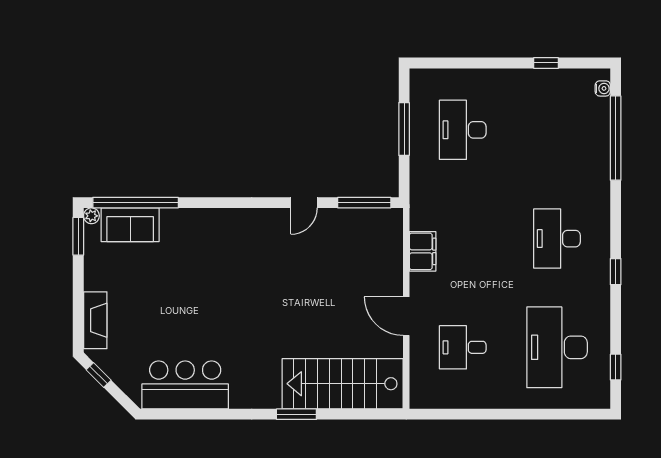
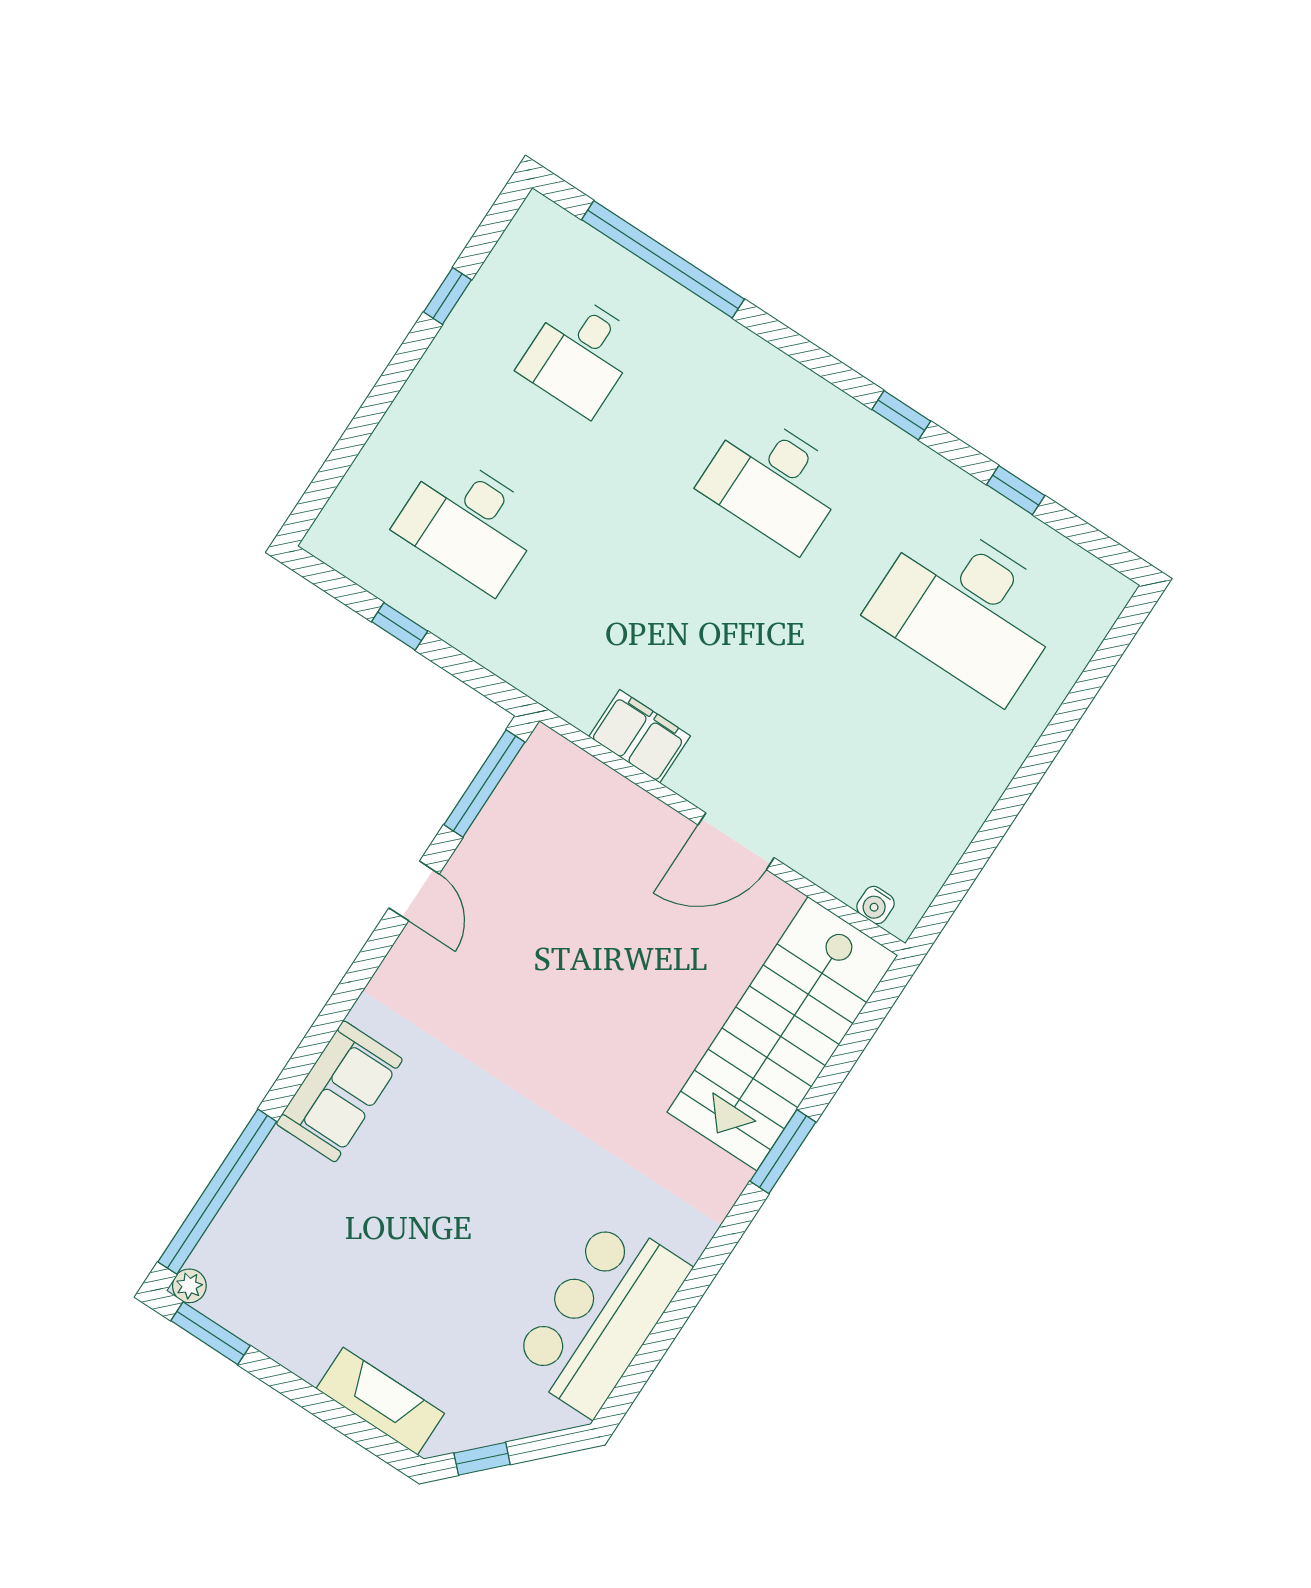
water cooler: (603, 88) -> (876, 905), moved, turned 180
window: (404, 129) -> (400, 626), width x0.46
sofa: (130, 225) -> (339, 1091), moved
desk: (463, 347) -> (580, 354), moved
window: (616, 367) -> (1016, 490), moved

